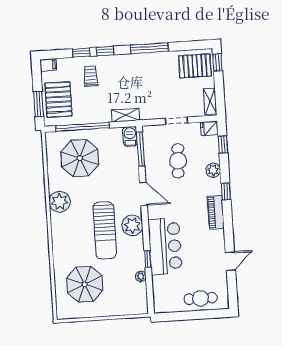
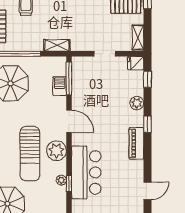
barbecue: (130, 136) -> (60, 86), moved
cafe table: (178, 161) -> (104, 92), removed
plant: (141, 276) -> (61, 180), moved

